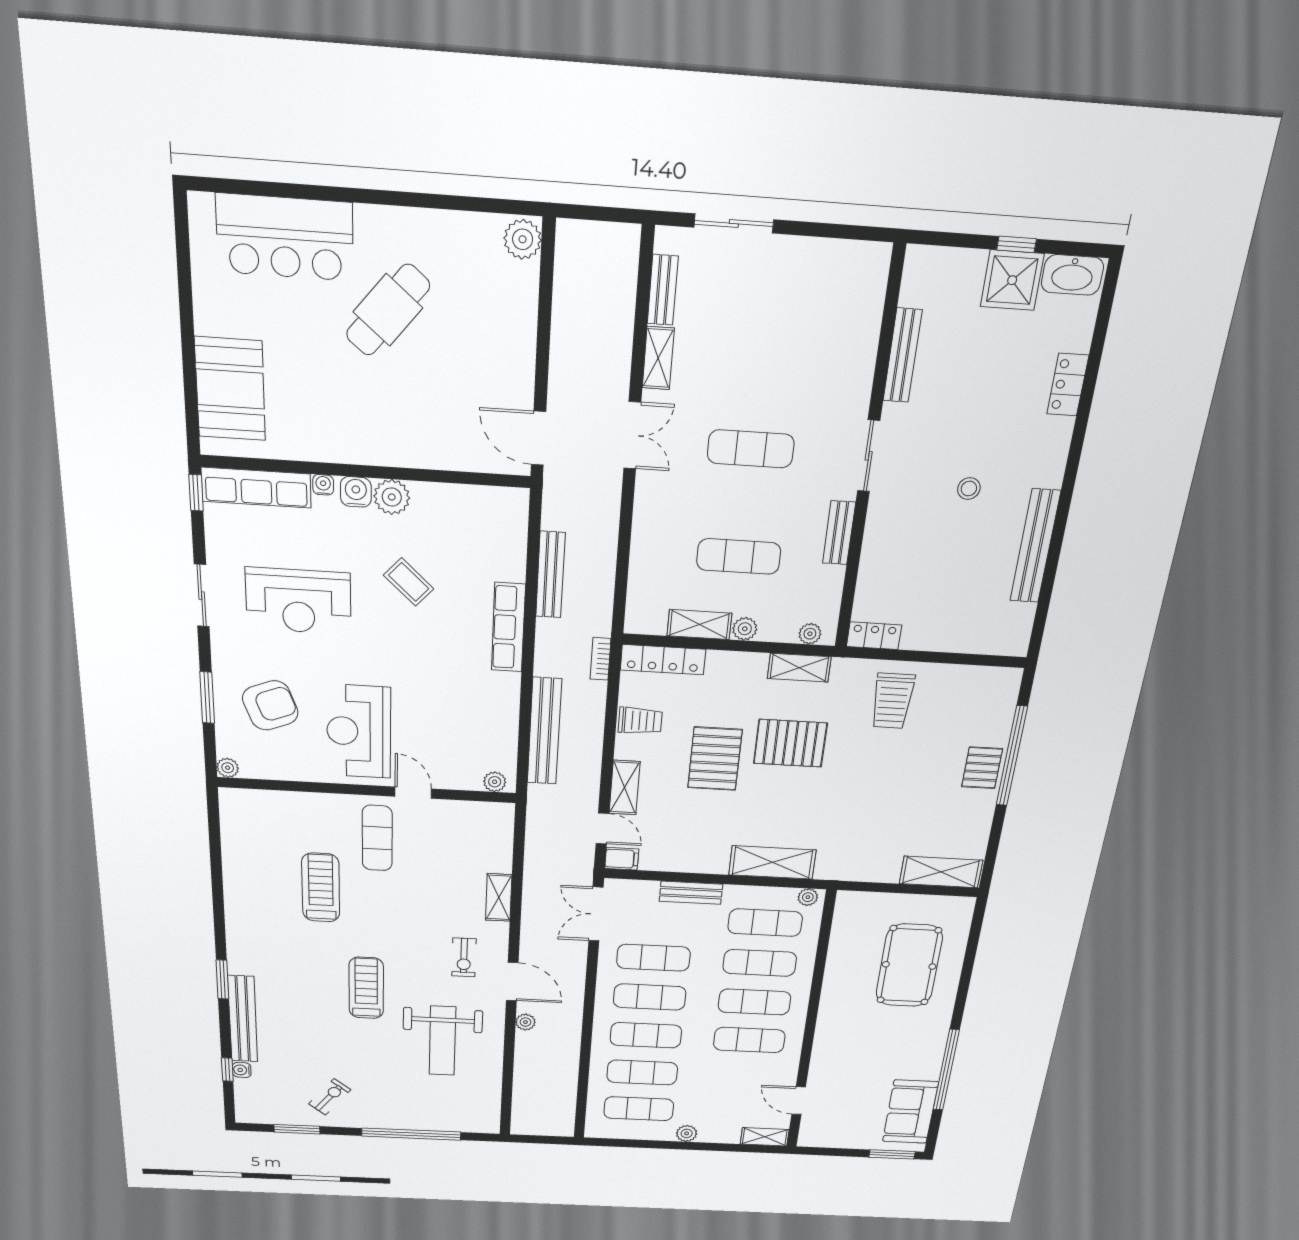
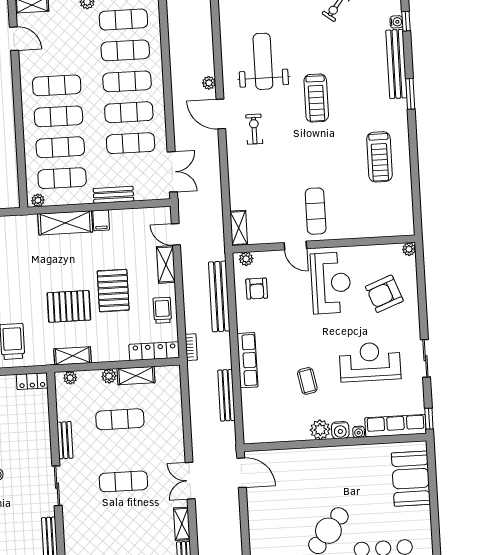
coffee table: (409, 582) -> (307, 381), turned 36
window: (207, 698) -> (422, 294), removed
trolley: (640, 721) -> (162, 310), turned 90
armchair: (482, 736) -> (257, 289), added
filing cabinet: (622, 859) -> (101, 220), moved, turned -90
treadmill: (321, 888) -> (380, 157), moved
shelving: (499, 897) -> (239, 228), moved

